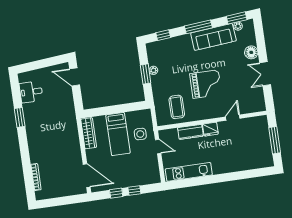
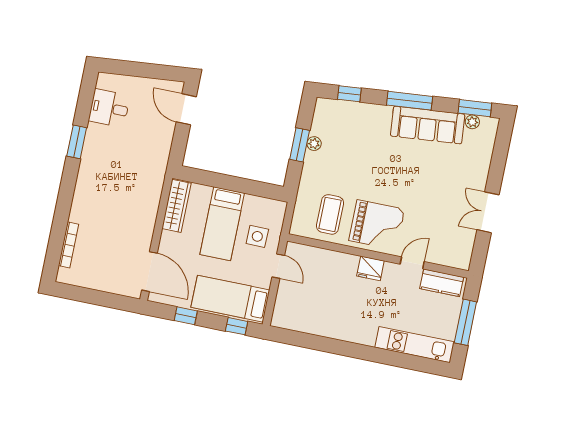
floor lamp: (251, 52) -> (478, 171), removed
grand piano: (206, 84) -> (377, 225), moved
kitchen counter: (190, 132) -> (442, 283), moved
kitchen unit: (189, 172) -> (415, 345), moved
bed: (138, 174) -> (230, 299), added
window: (134, 190) -> (237, 326), moved

